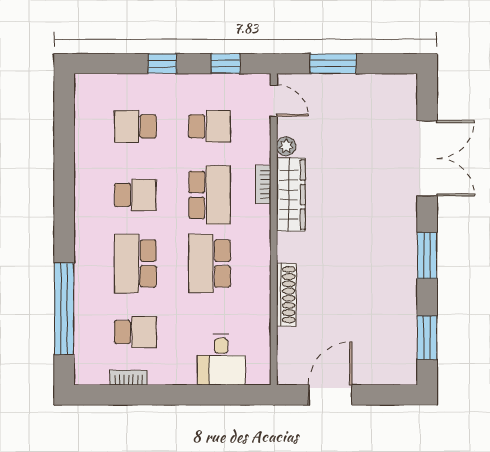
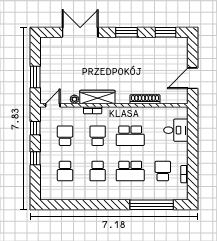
school desk: (135, 195) -> (98, 171), turned 180
school desk: (210, 195) -> (98, 136), width x0.54
door: (330, 395) -> (193, 78), hinge flipped

